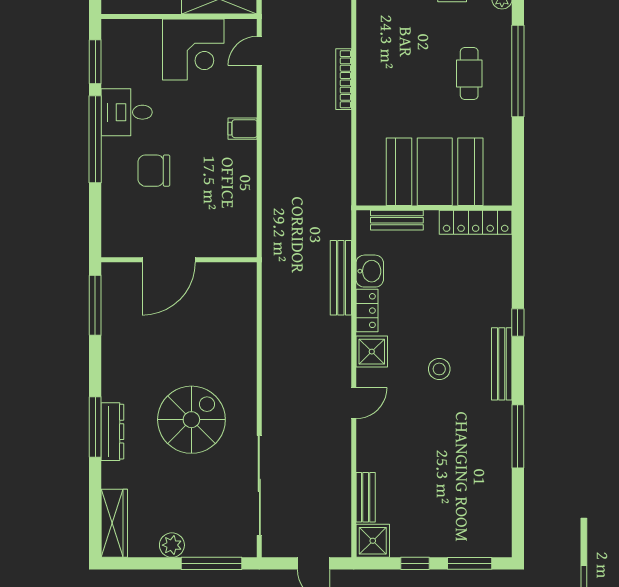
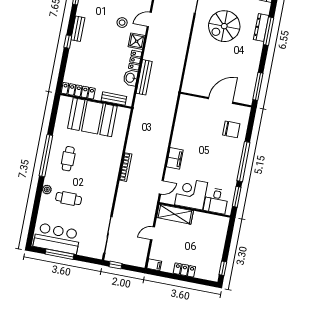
desk: (127, 112) -> (216, 201), moved, turned 90
filing cabinet: (243, 129) -> (175, 158), width x2.00
chair: (154, 171) -> (231, 129), moved
bench: (502, 364) -> (78, 29), width x0.73
stool: (439, 369) -> (122, 23), moved

